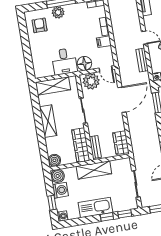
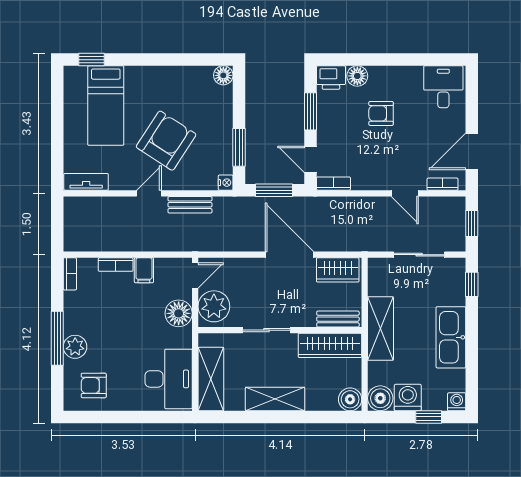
desk: (64, 61) -> (169, 379), moved, width x1.37
door: (122, 100) -> (289, 255), moved
window: (107, 217) -> (472, 319), removed

